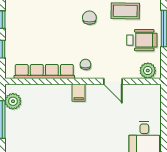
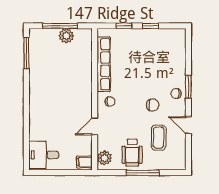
filing cabinet: (79, 93) -> (84, 162), moved
plant: (13, 101) -> (66, 36), moved

